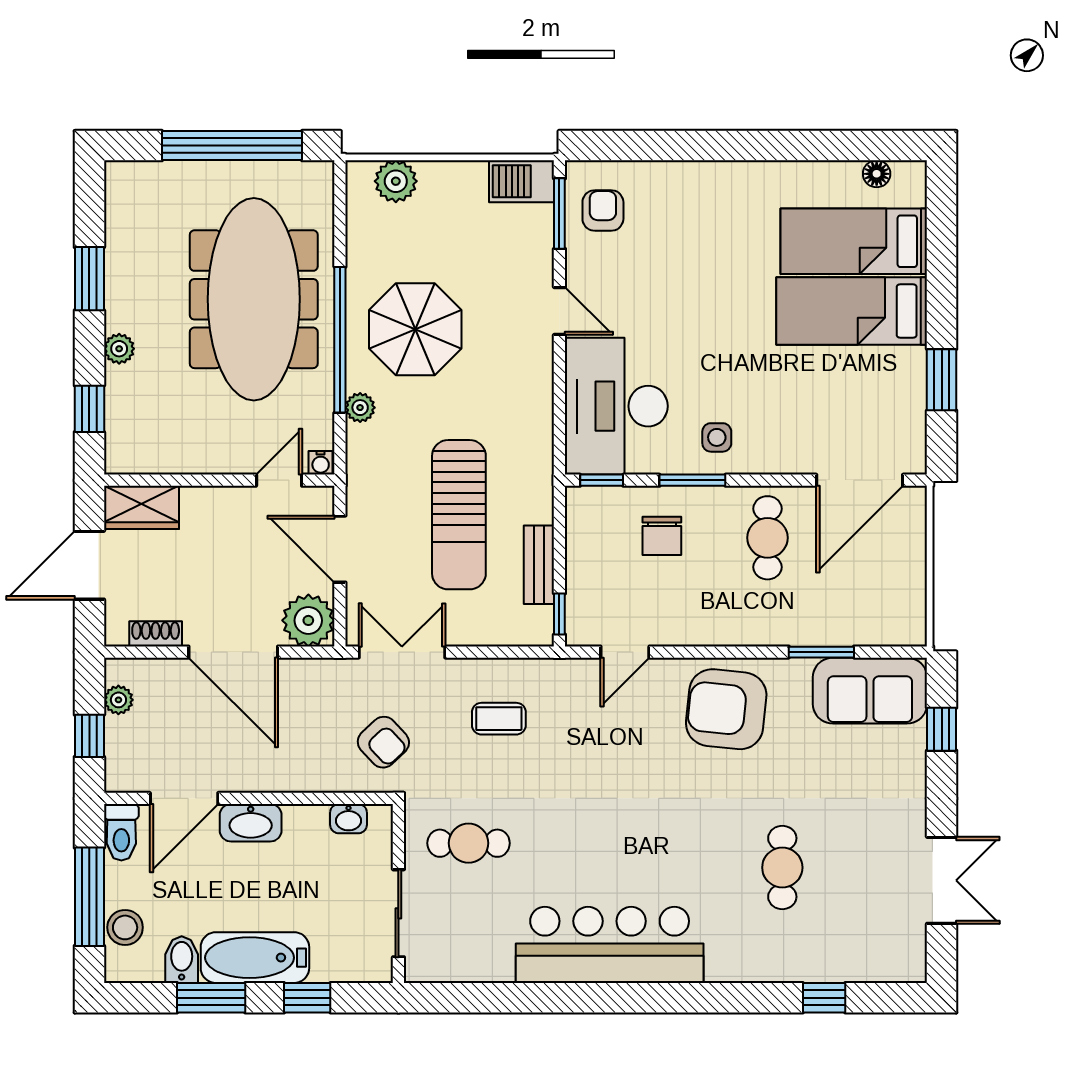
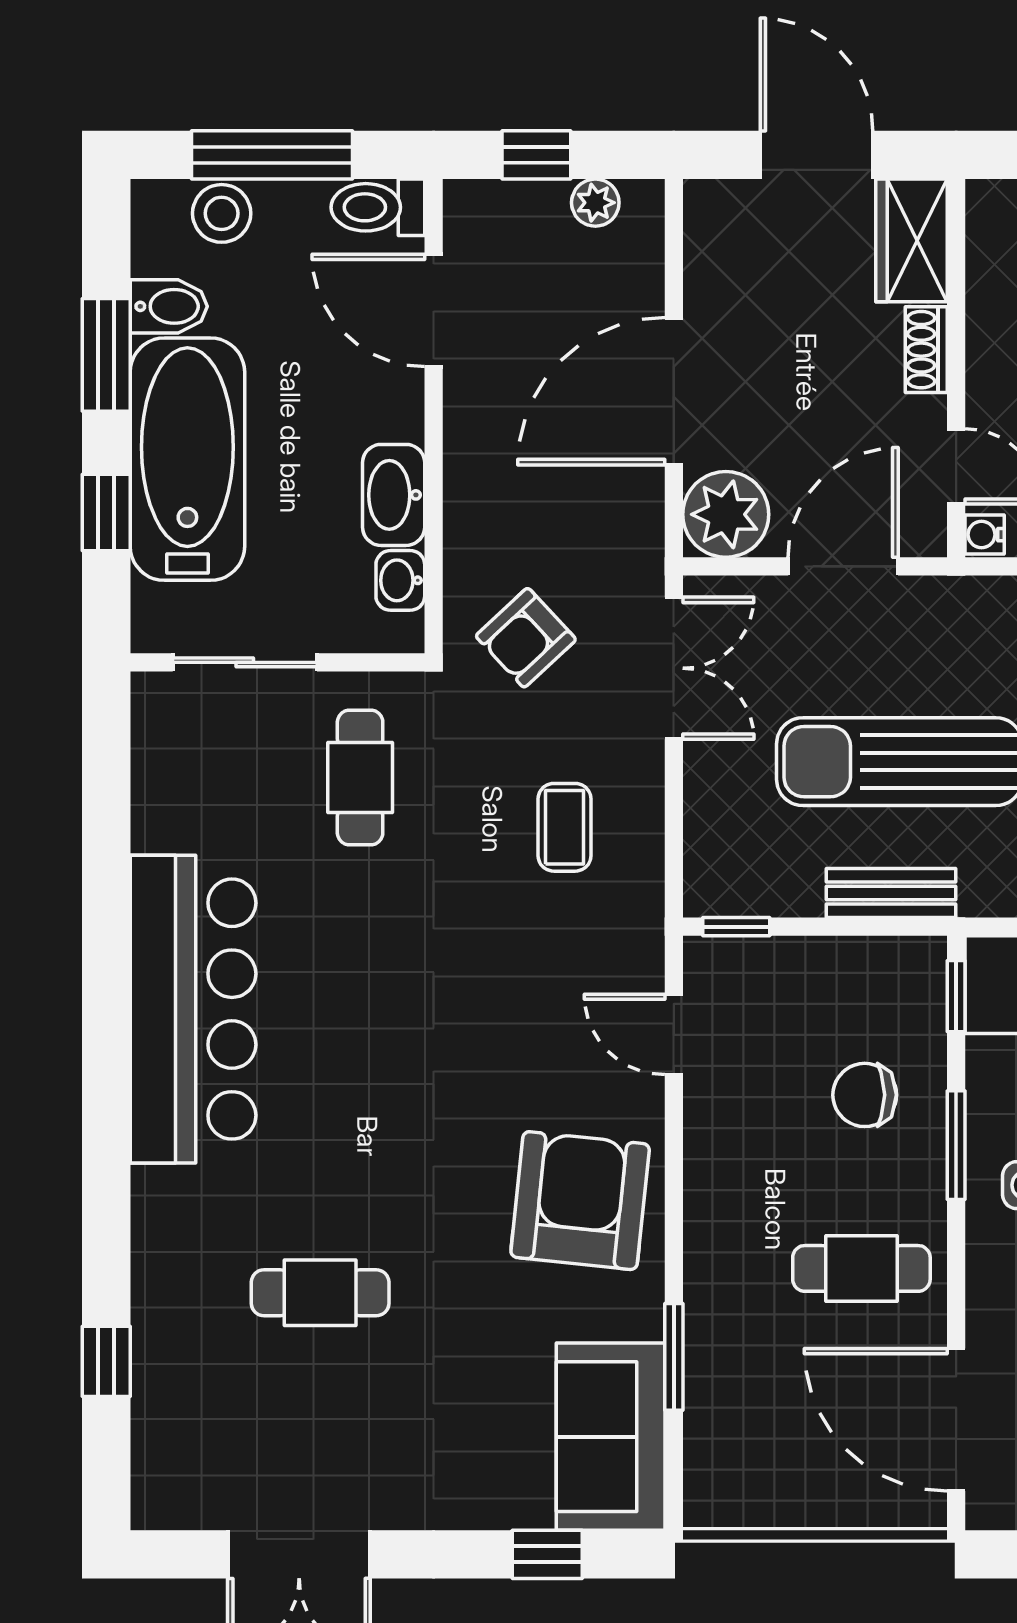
bench: (539, 565) -> (891, 893), moved
shoe rack: (156, 634) -> (926, 350), moved, turned 180
washbasin: (251, 823) -> (394, 495), moved
bathtub: (255, 958) -> (187, 459), width x1.36, depth x1.36

